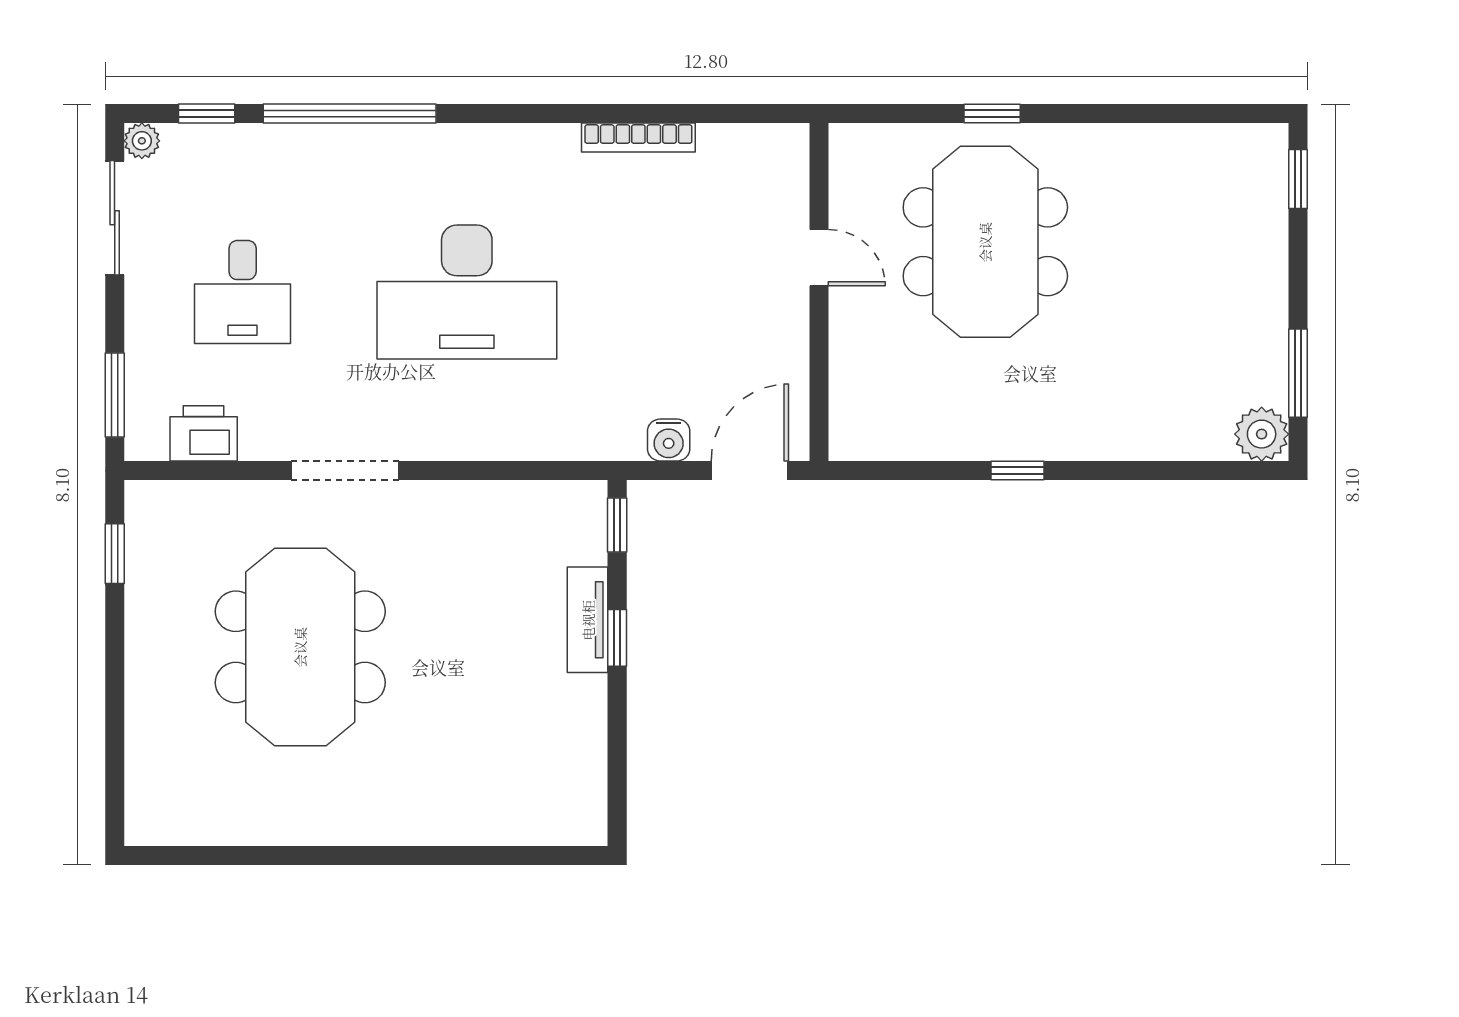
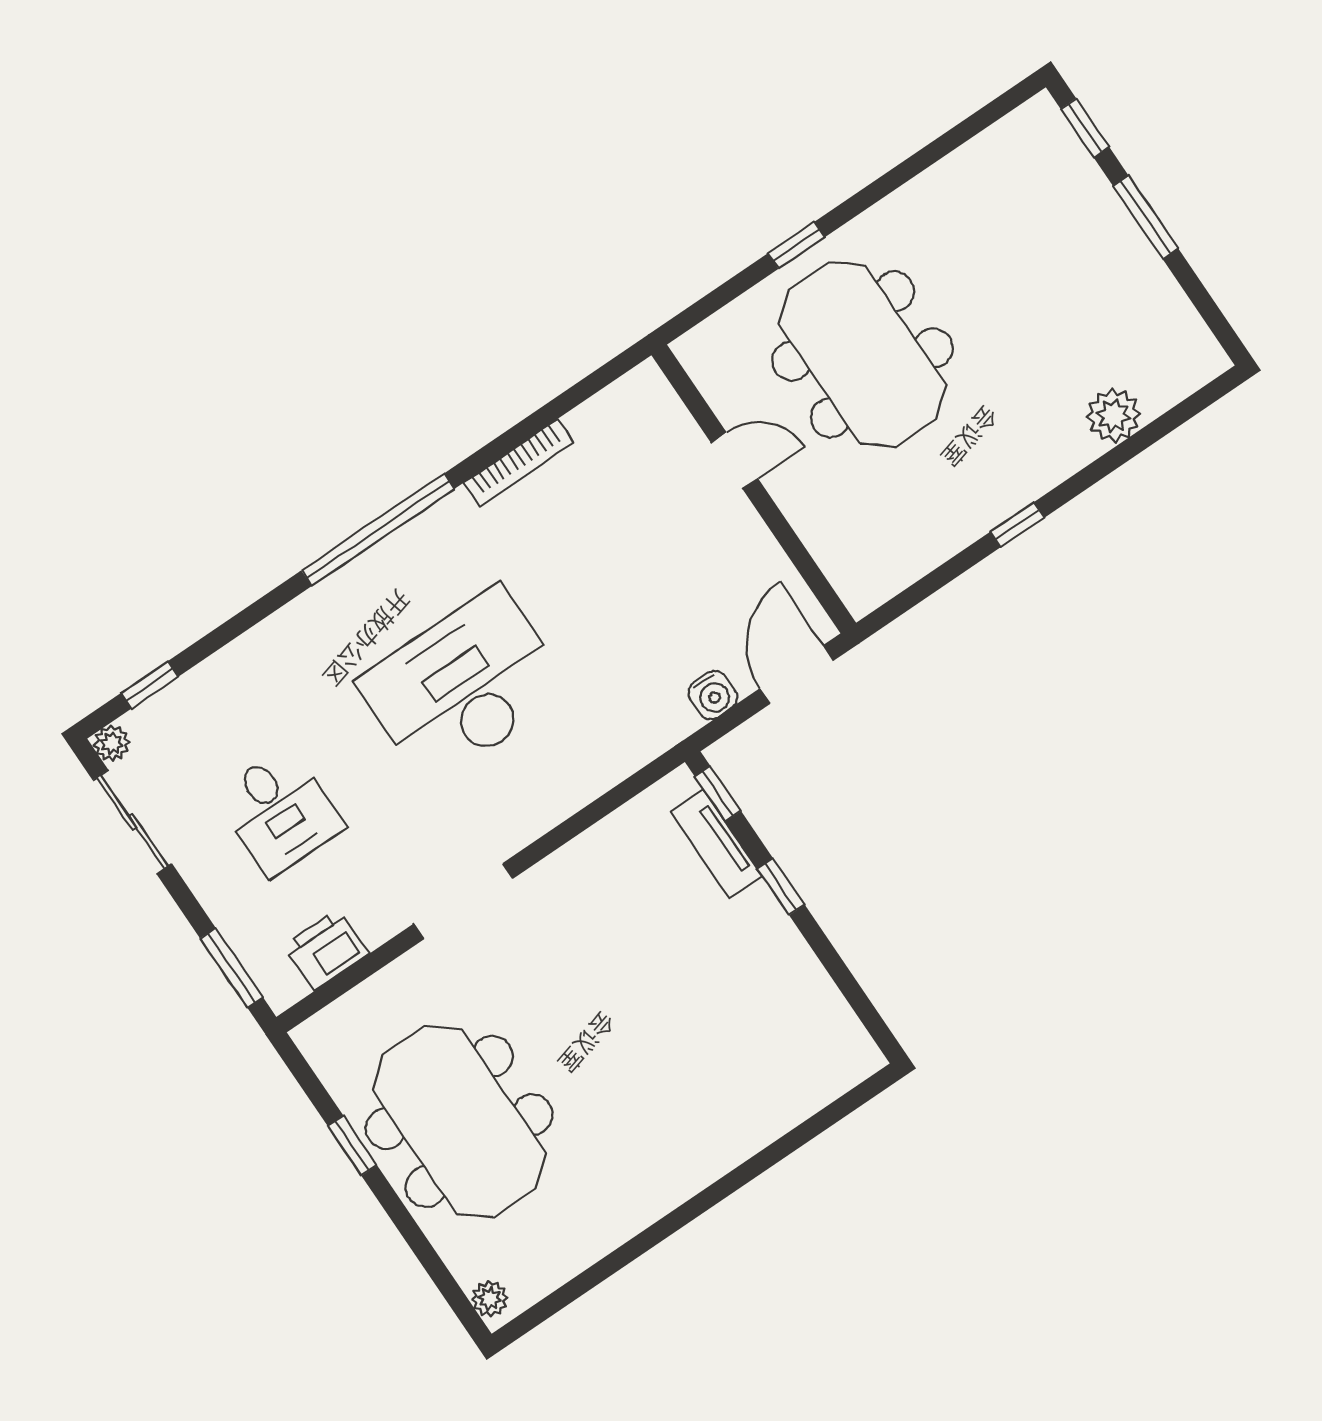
window: (350, 114) -> (378, 530), moved
desk: (467, 292) -> (464, 686), turned 180
window: (1298, 373) -> (1146, 217), moved
plant: (1262, 434) -> (1113, 415), moved
window: (115, 554) -> (352, 1146), moved
tv unit: (588, 620) -> (716, 844), moved
meeting table: (300, 647) -> (459, 1122), moved
plant: (142, 816) -> (490, 1299), added

